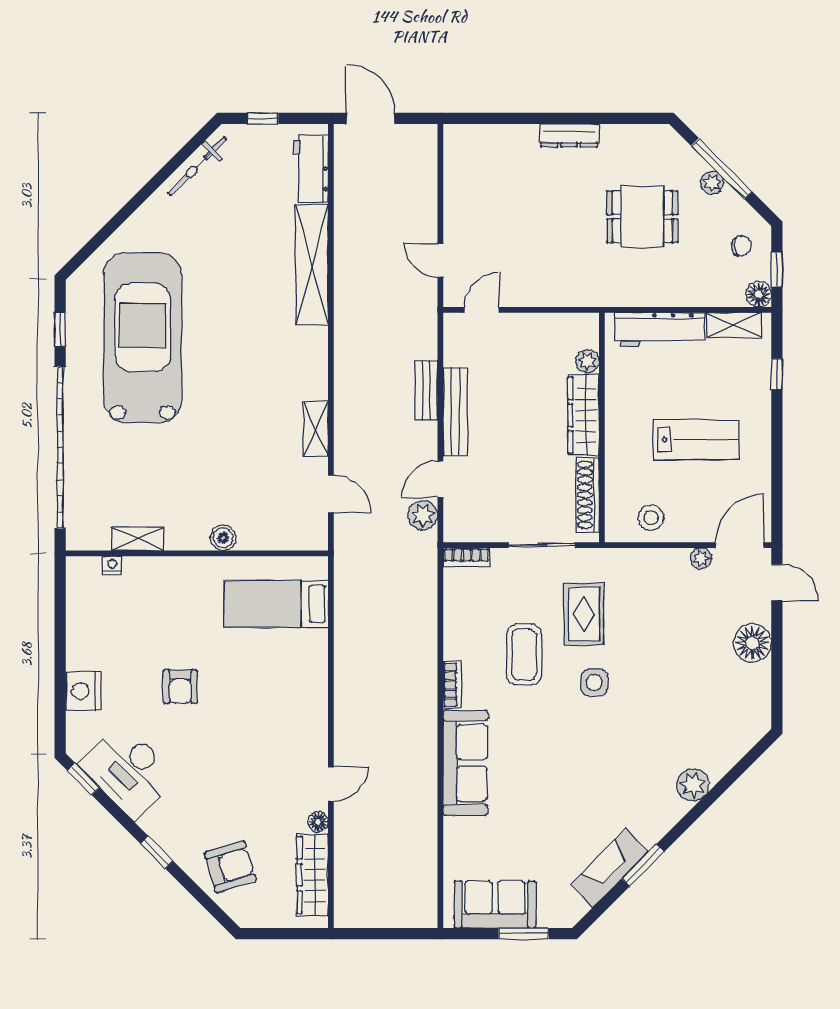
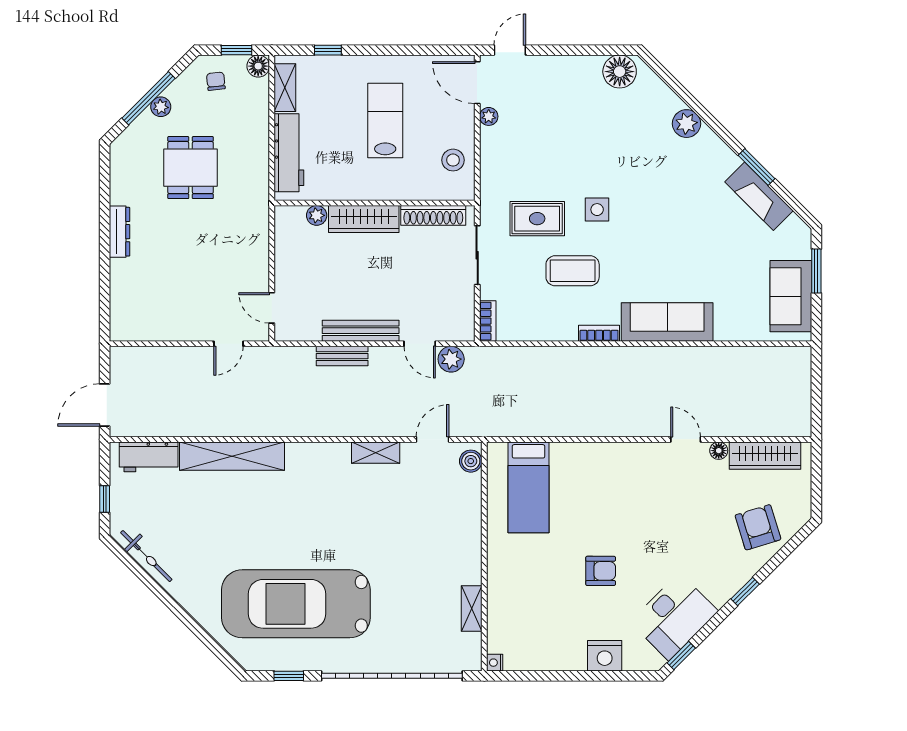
boiler: (223, 538) -> (471, 461), moved
nightstand: (112, 565) -> (495, 663), moved
floor lamp: (752, 643) -> (620, 72), moved

